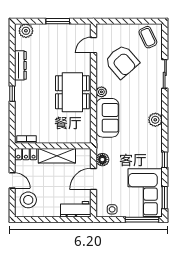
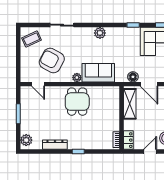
armchair: (122, 62) -> (52, 61), turned -111
dining table: (72, 92) -> (77, 102), width x0.73
shelving: (57, 156) -> (130, 104), moved

